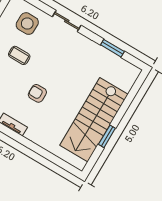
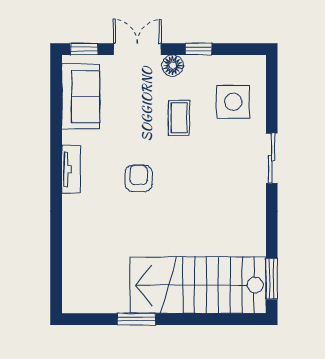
window: (112, 48) -> (272, 279), moved
stairs: (94, 120) -> (198, 285), moved

